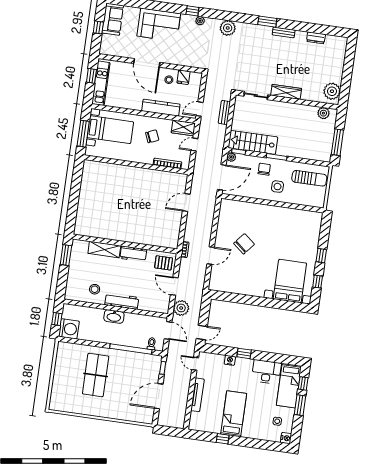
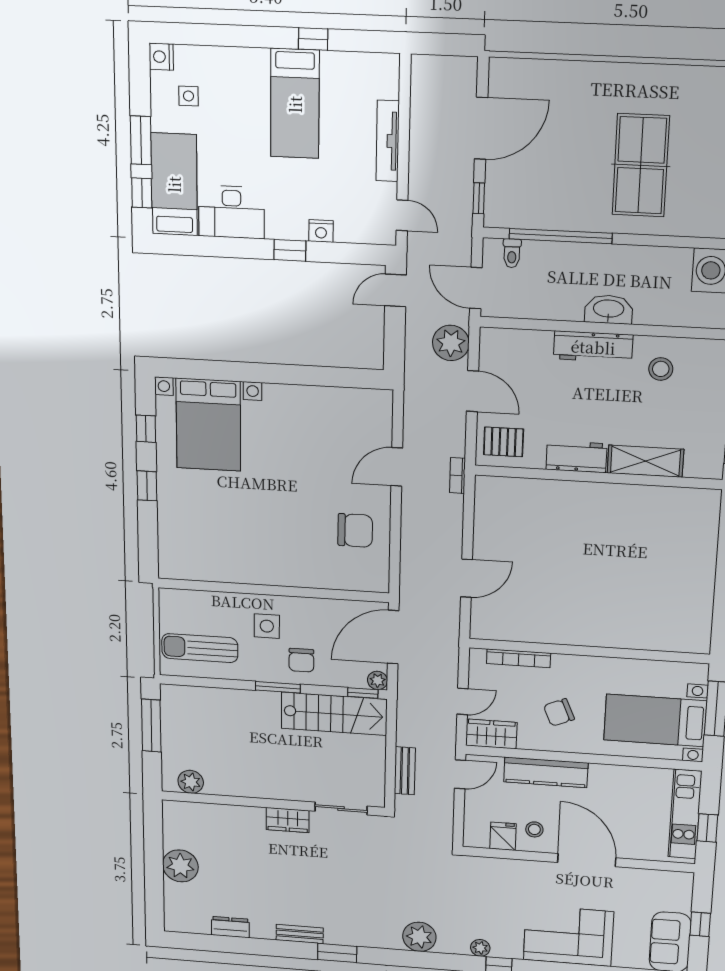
plant: (332, 91) -> (180, 866), moved
wardrobe: (286, 92) -> (288, 820), width x0.67
chair: (244, 244) -> (355, 530), moved, turned -130

